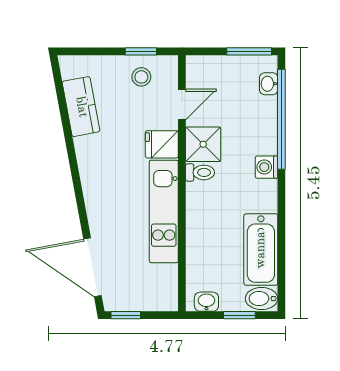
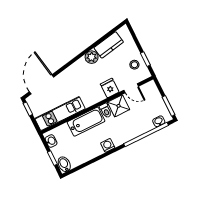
plant: (88, 150) -> (92, 57), added
washing machine: (267, 167) -> (108, 145), moved
kitchen unit: (164, 211) -> (60, 114), moved
bathtub: (261, 250) -> (86, 122), moved, turned 180

